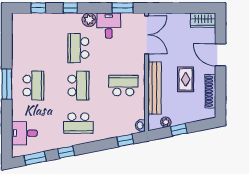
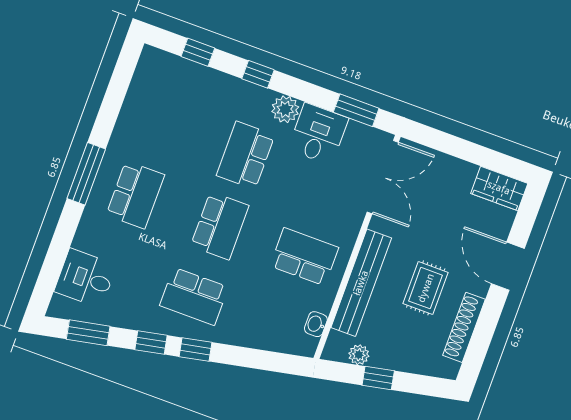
washbasin: (140, 125) -> (316, 324), moved
window: (125, 140) -> (196, 350), moved

